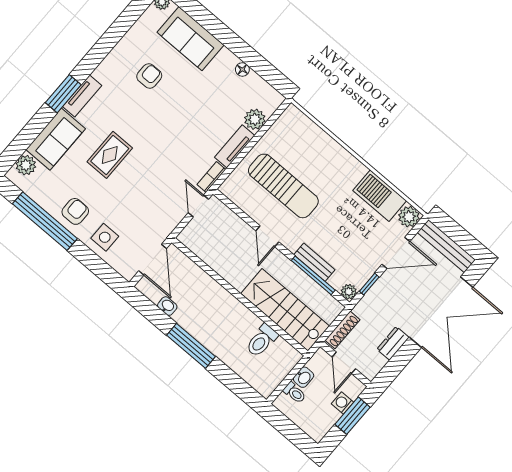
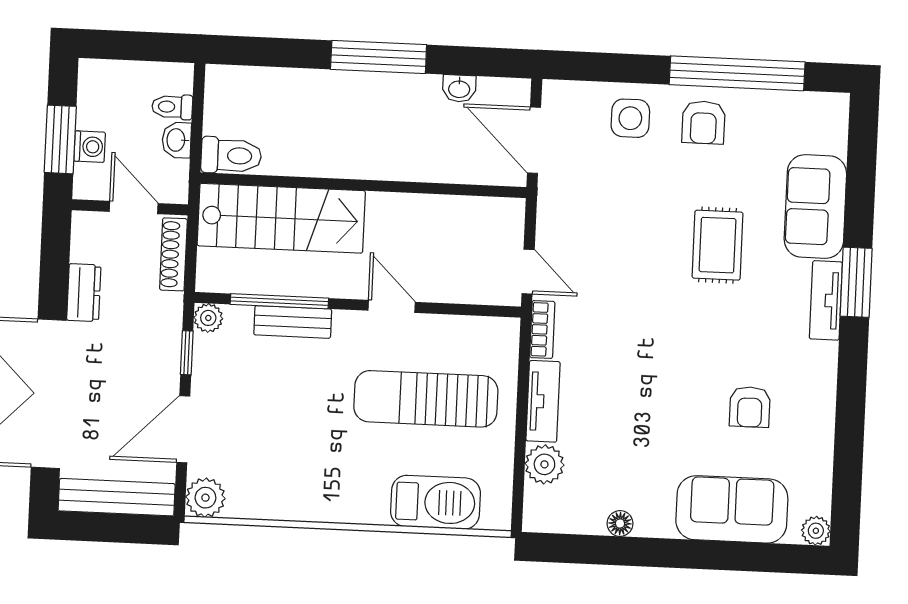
plant: (26, 165) -> (829, 134), removed
barbecue: (380, 196) -> (436, 502), moved
toilet: (262, 341) -> (231, 156), moved, turned 90

